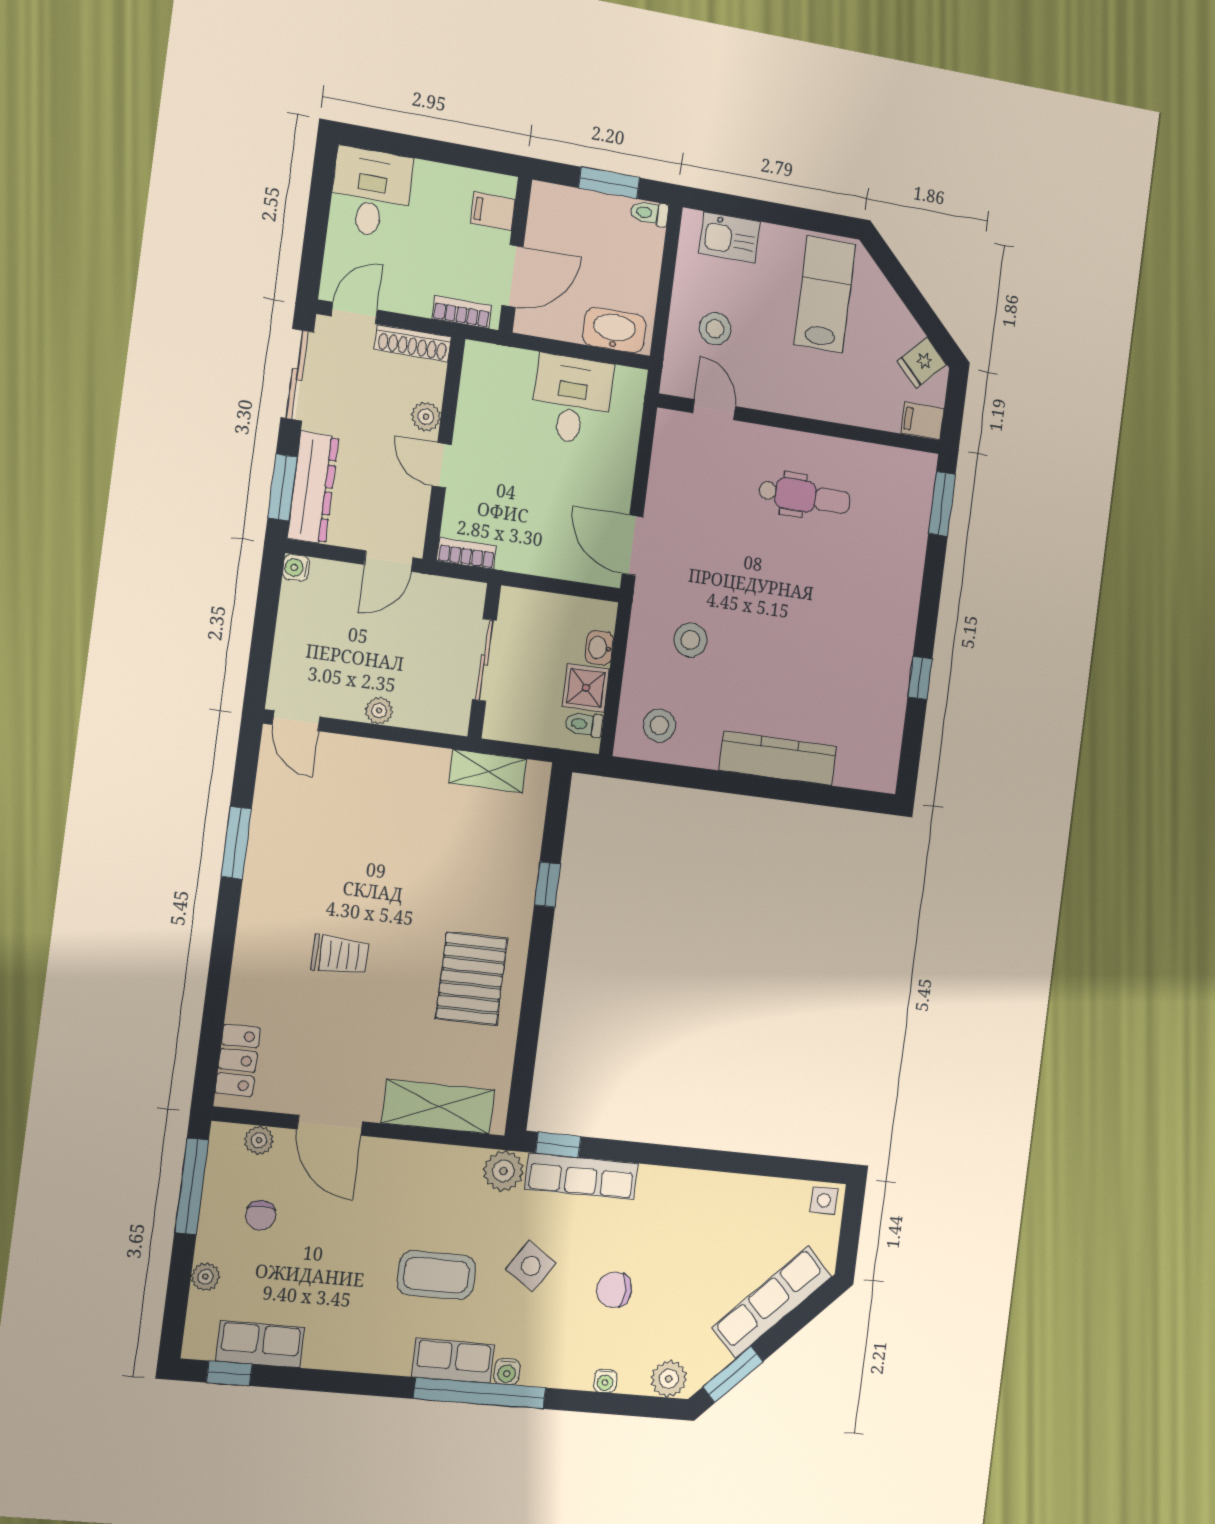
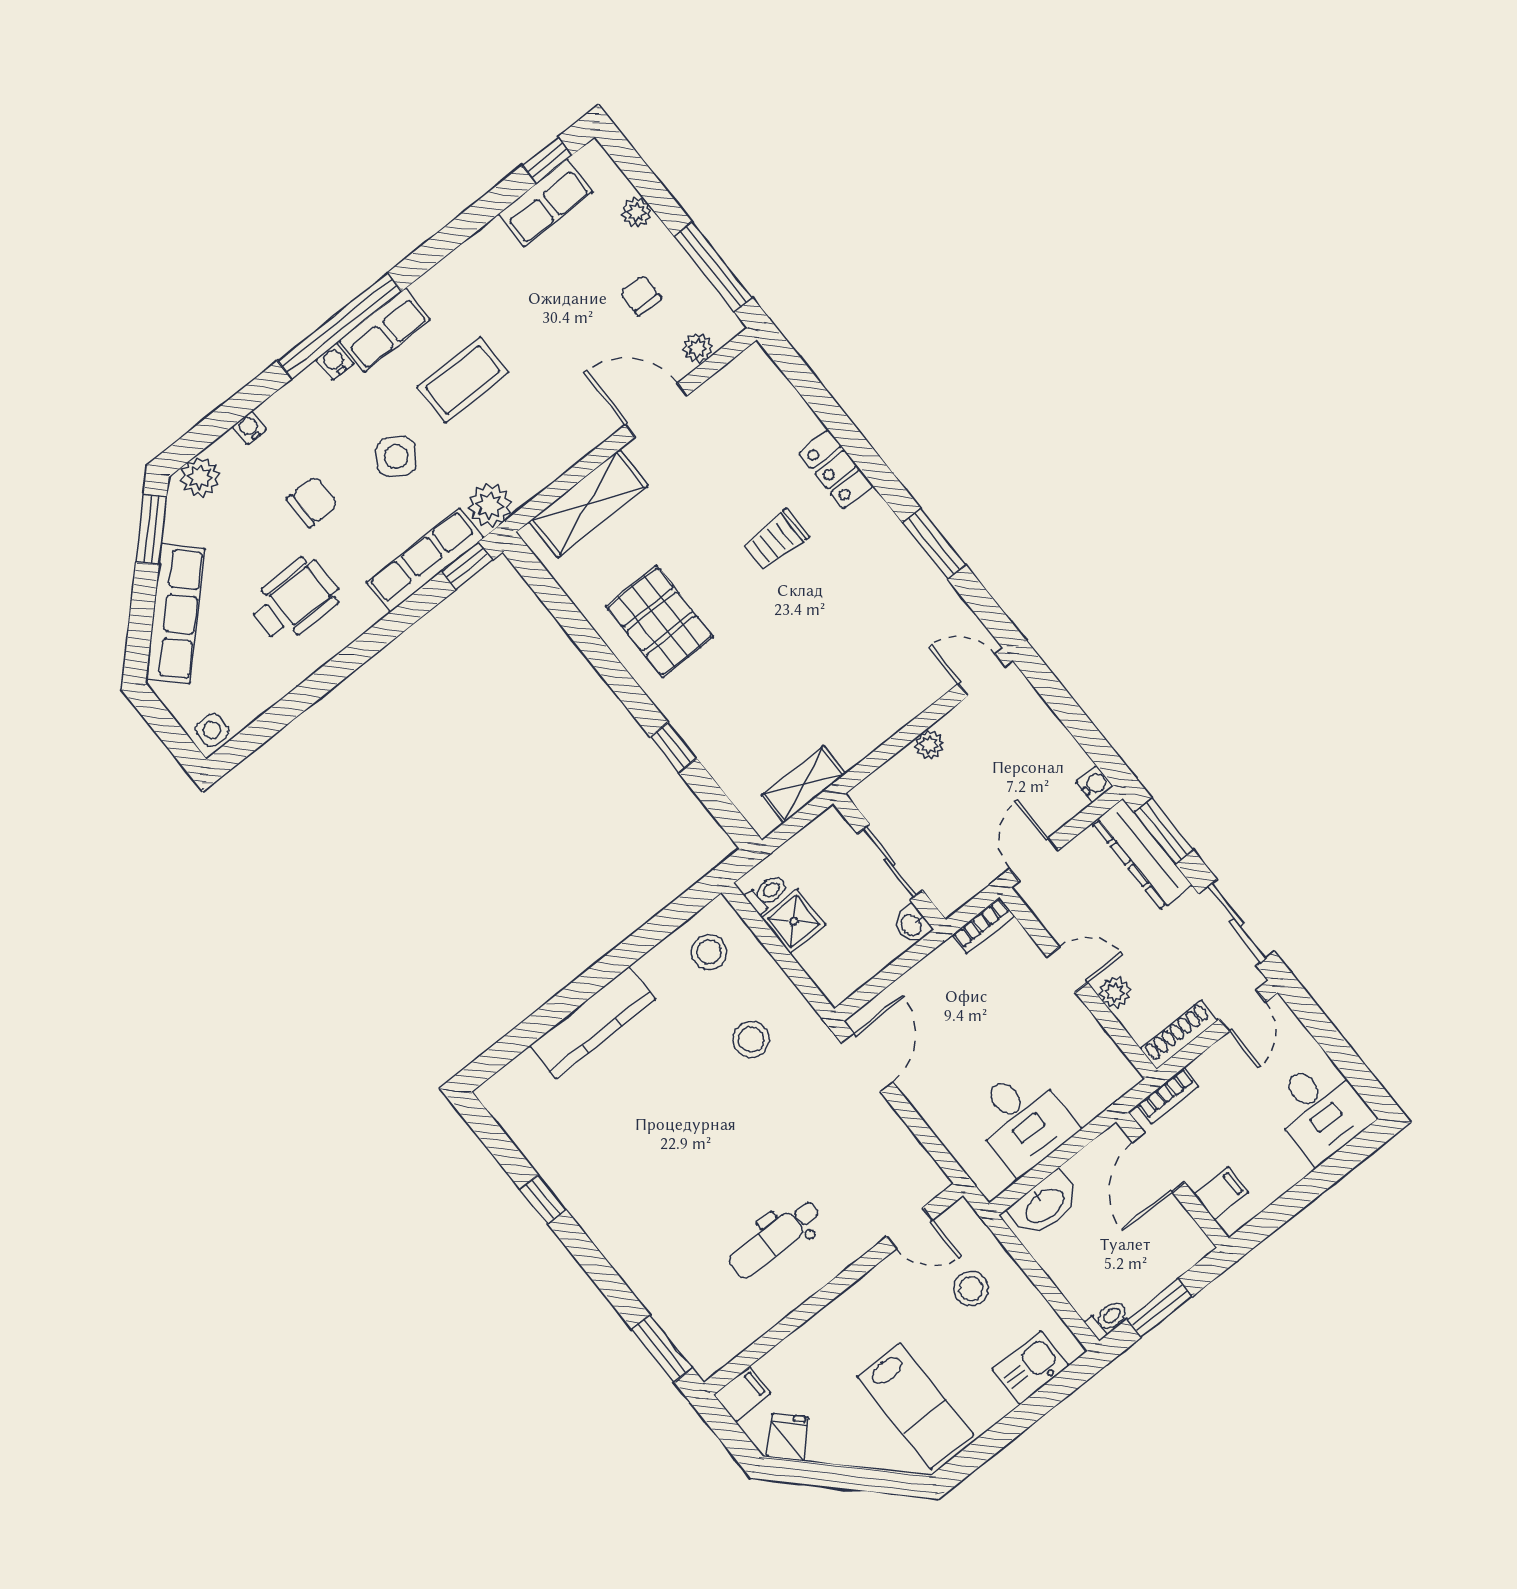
door: (633, 545) -> (867, 1063), hinge flipped
washbasin: (599, 648) -> (912, 925), moved, turned 180
locker: (238, 1060) -> (836, 469), moved
wheelchair: (689, 1234) -> (295, 600), added

